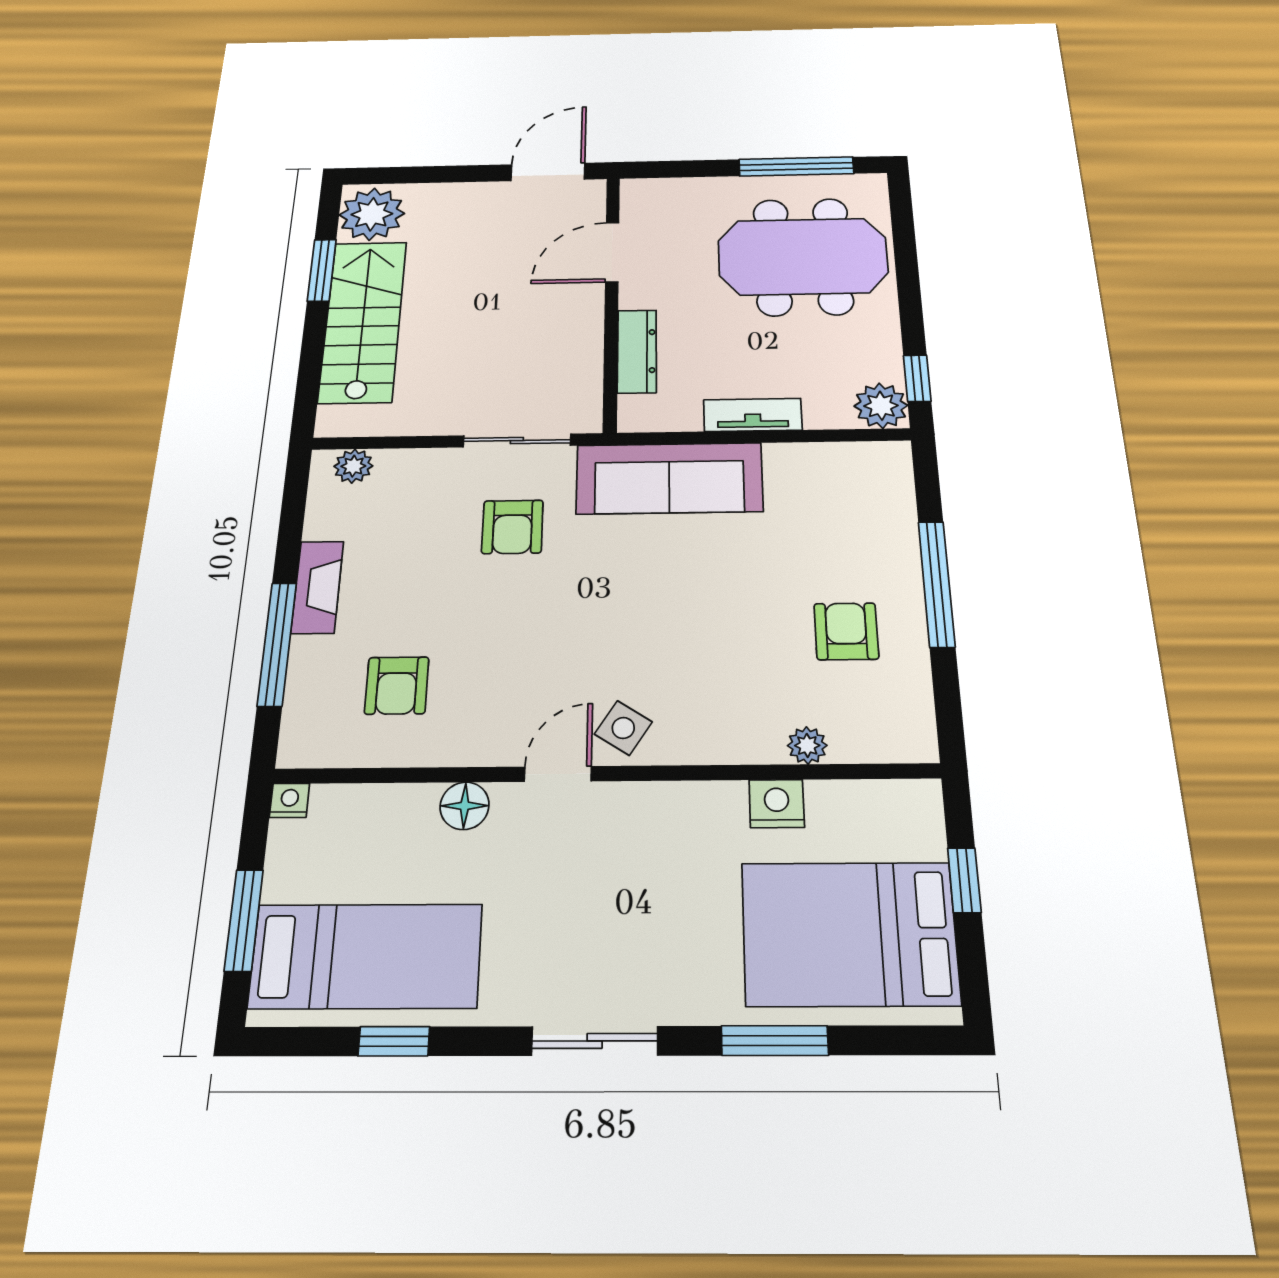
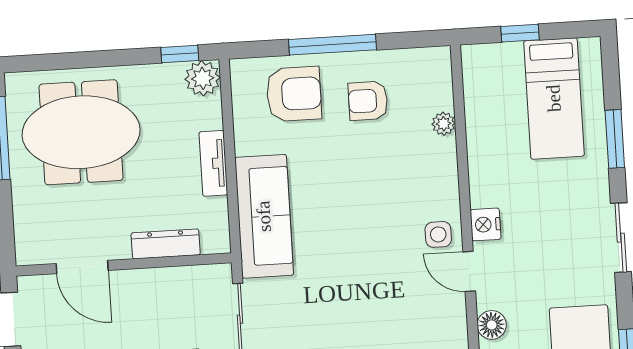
meeting table: (803, 256) -> (81, 132), turned 90
armchair: (512, 527) -> (294, 94), moved, width x1.38, depth x1.38
side table: (623, 728) -> (438, 234), turned -33
nightstand: (777, 804) -> (486, 224), moved
bed: (849, 933) -> (554, 98), width x0.67

